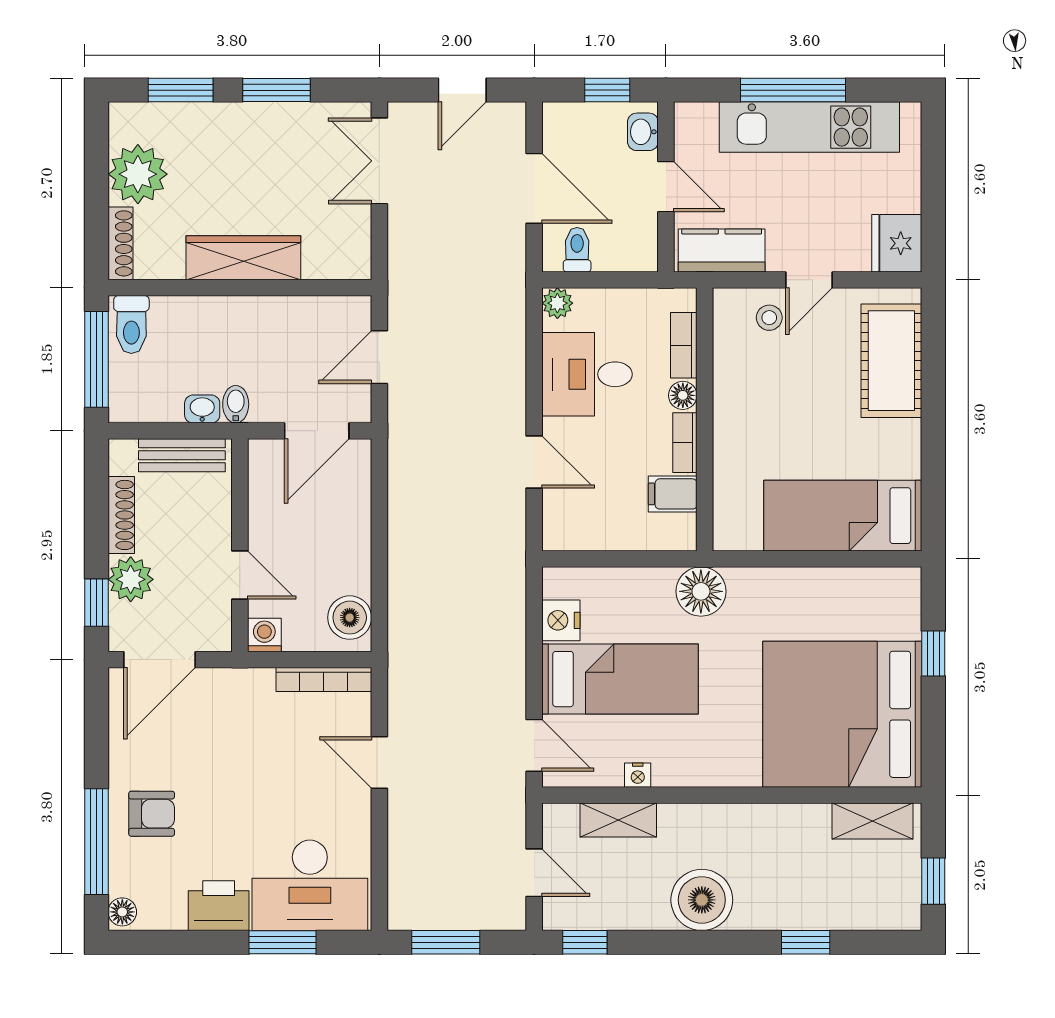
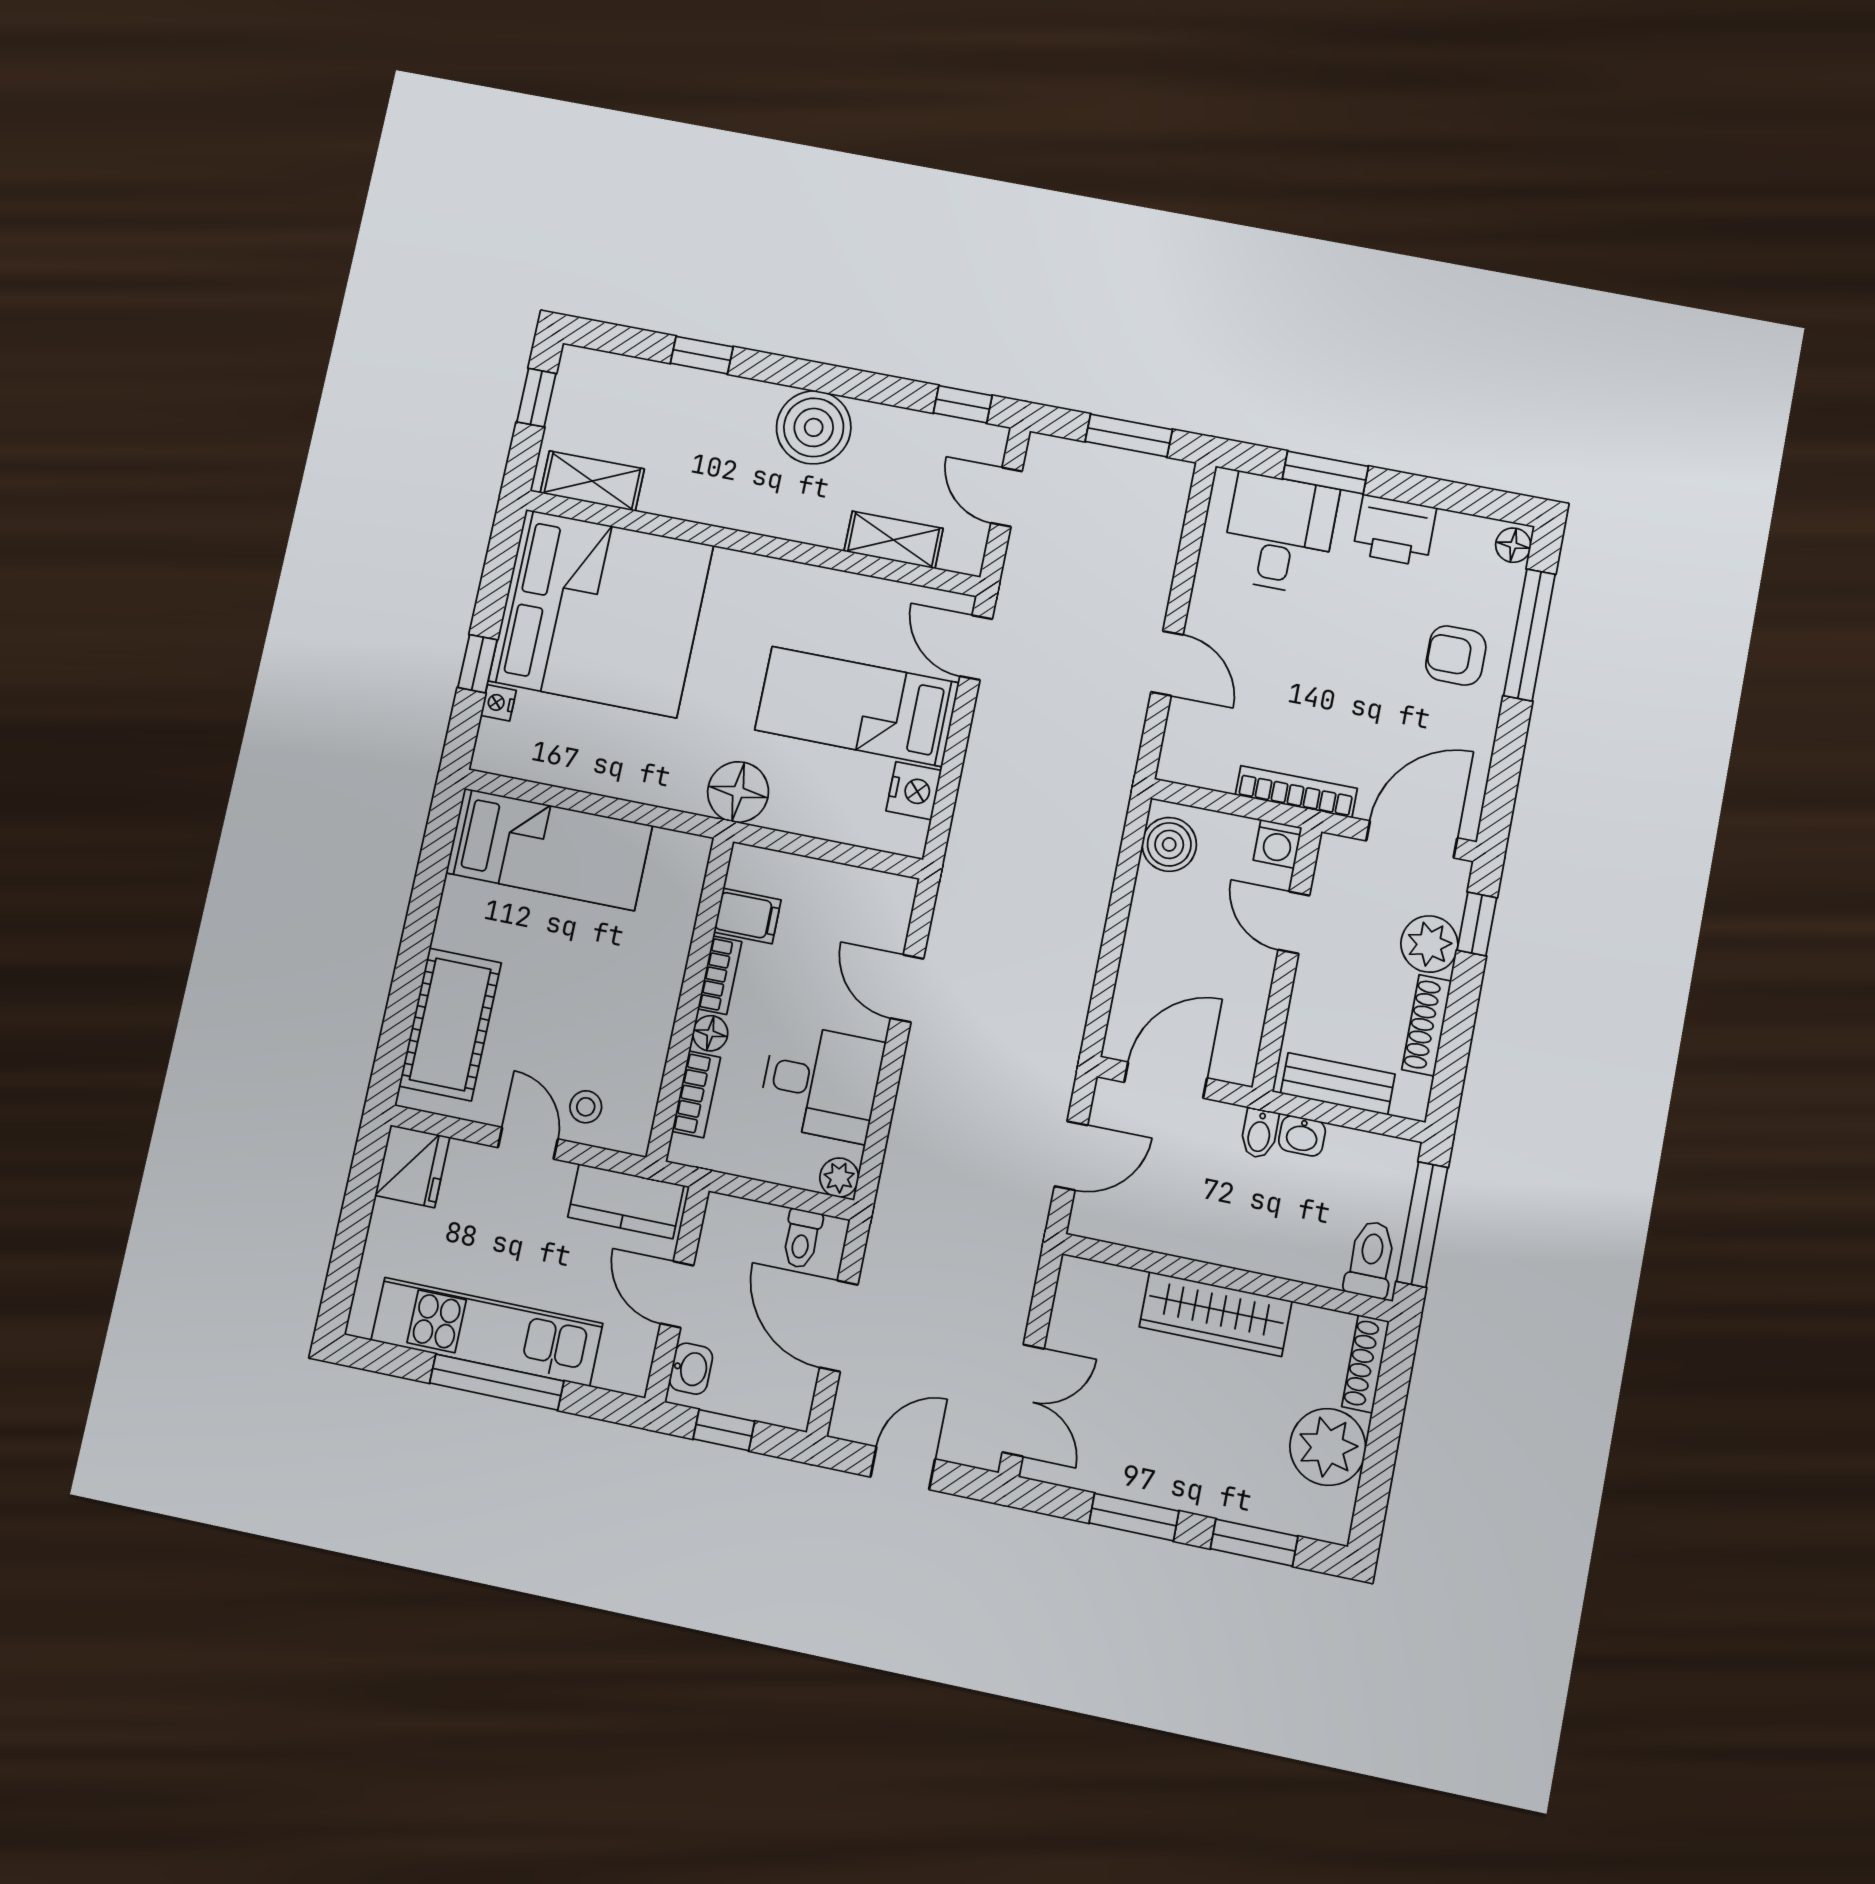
door: (809, 280) -> (528, 1143), hinge flipped
bookcase: (324, 680) -> (1296, 792), moved
nightstand: (638, 775) -> (498, 703), moved, turned -90
desk: (310, 885) -> (1279, 533), width x0.73

